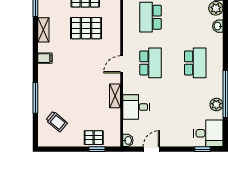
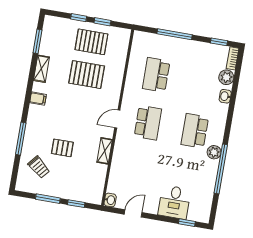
school desk: (195, 63) -> (195, 131), turned 180
plant: (216, 104) -> (214, 152), moved
desk: (136, 107) -> (125, 166), removed
desk: (208, 133) -> (174, 202), moved, turned 90
pallet: (94, 138) -> (62, 148), moved
window: (70, 149) -> (48, 199), added

